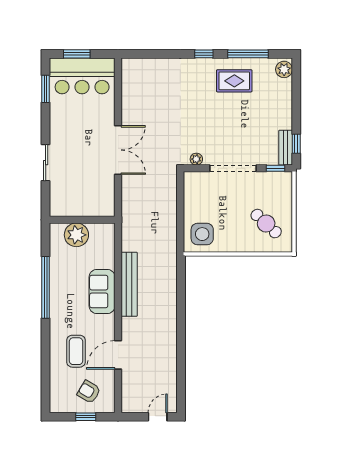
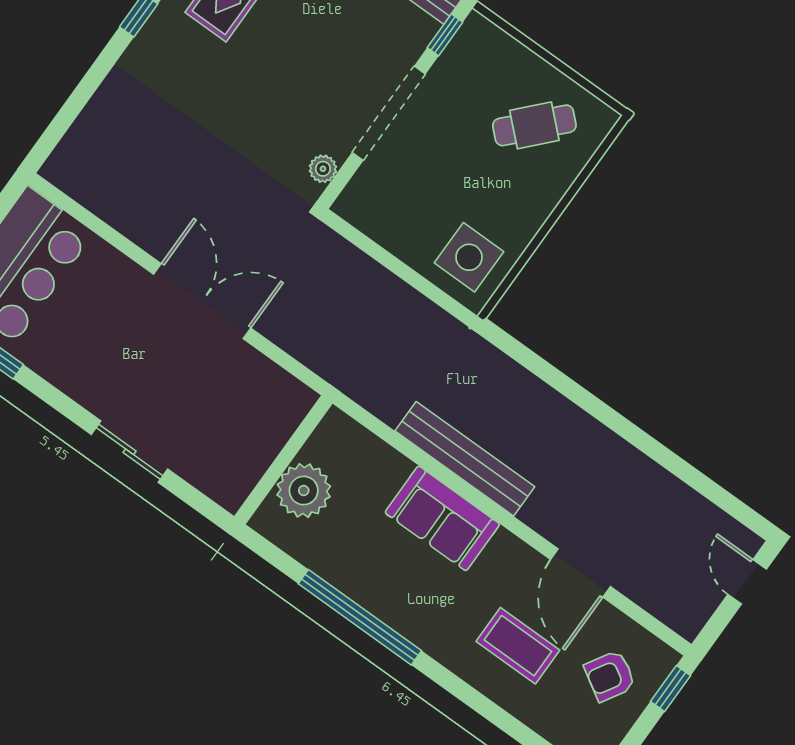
window: (86, 417) -> (671, 688), moved

